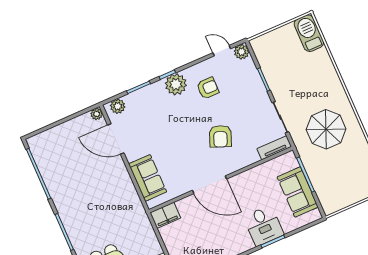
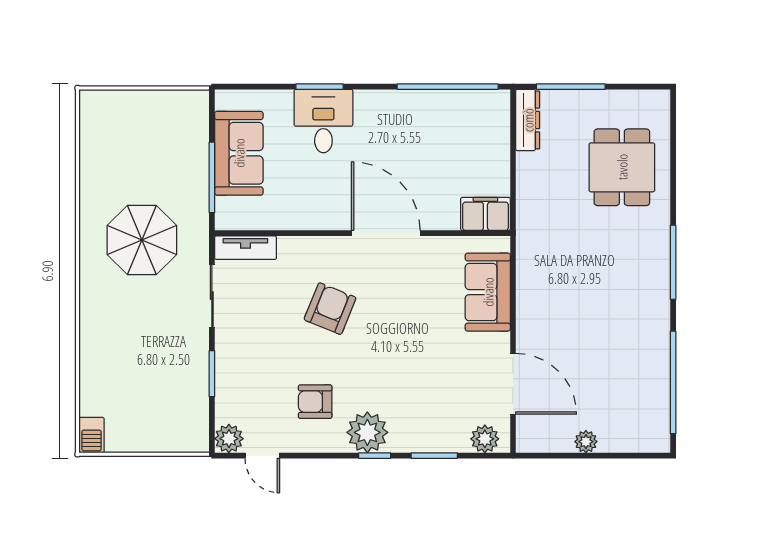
barbecue: (309, 33) -> (92, 435), width x0.53, depth x0.65
plant: (97, 114) -> (586, 442), moved

